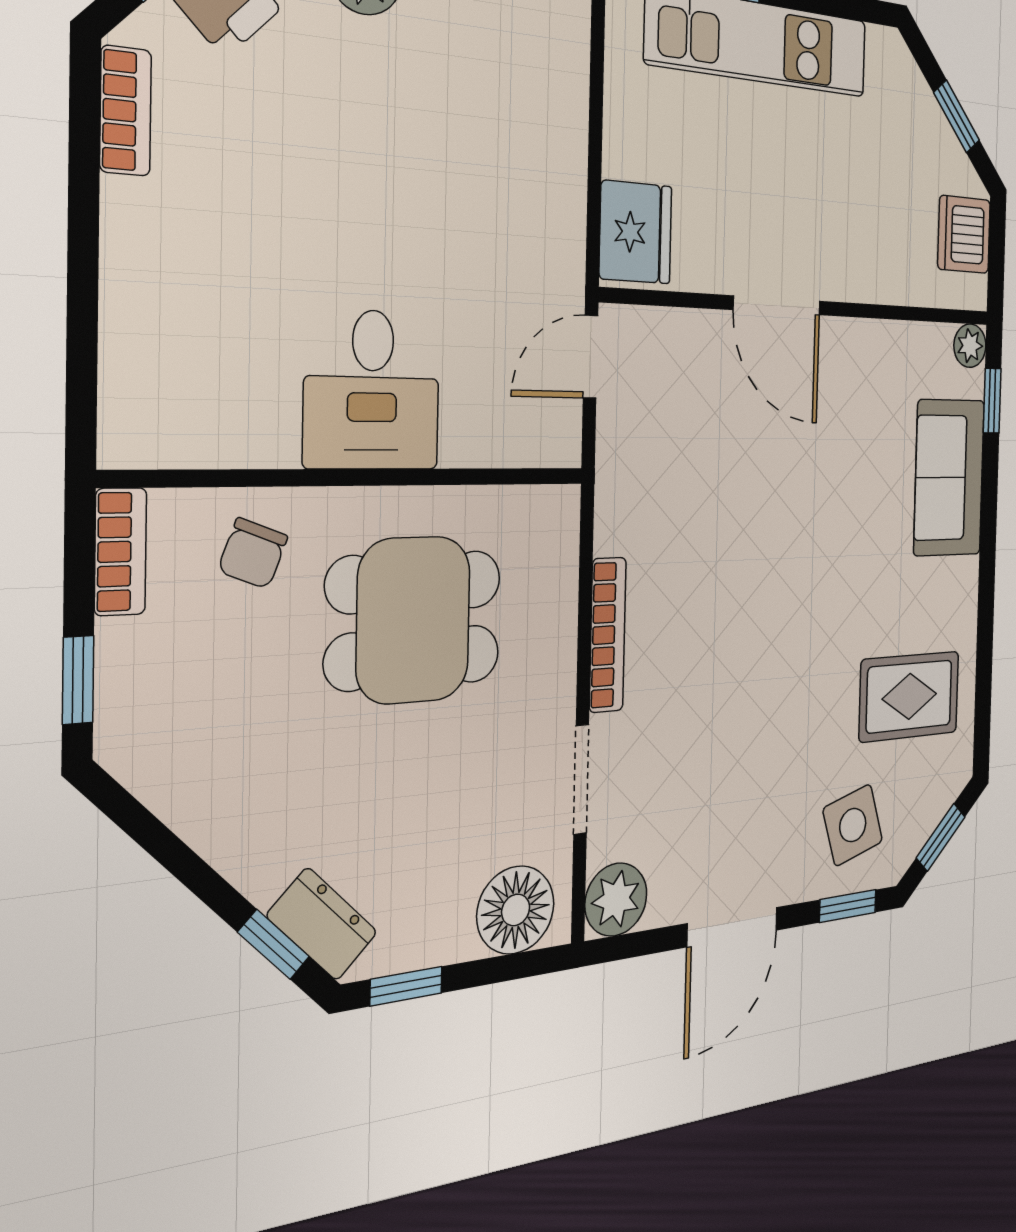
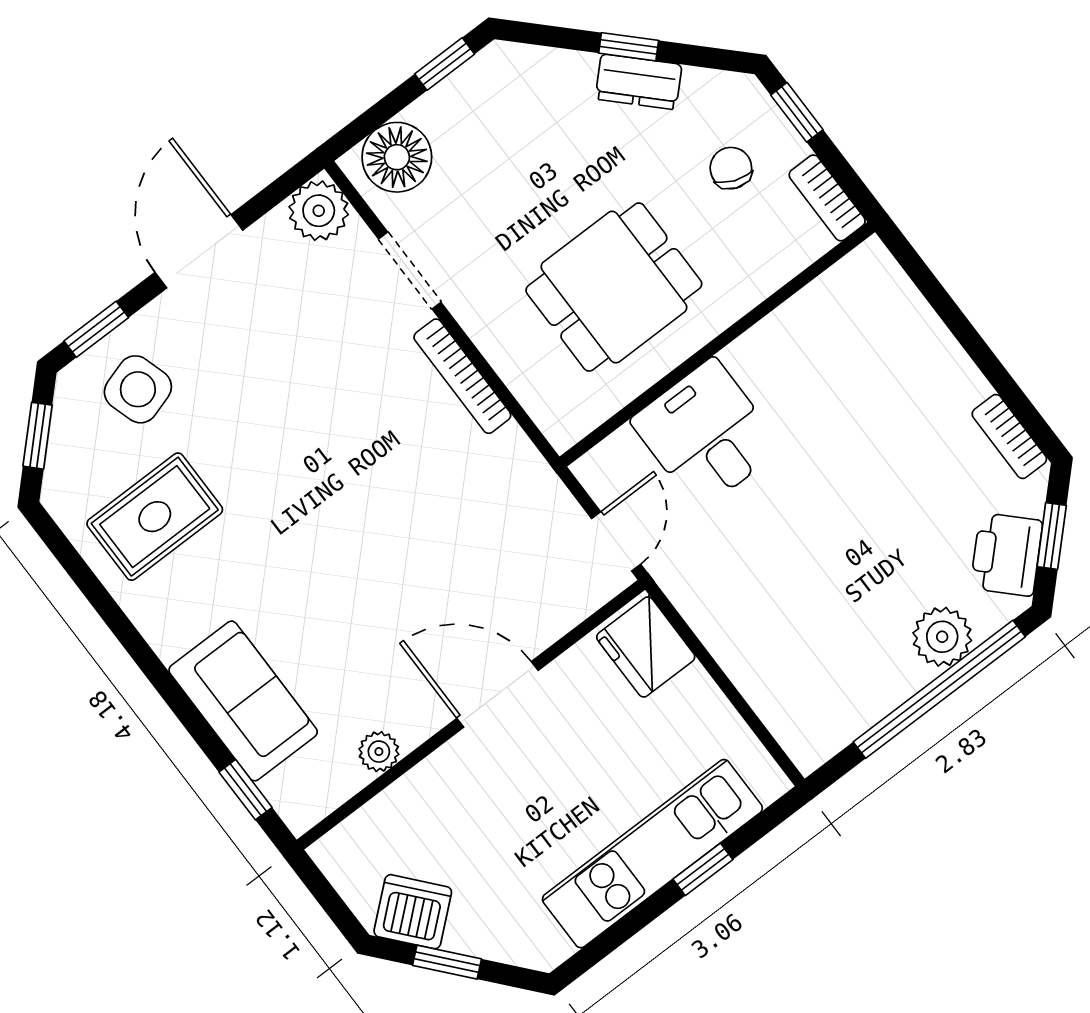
dishwasher: (964, 235) -> (413, 912), moved, turned -41
plant: (970, 346) -> (379, 752), moved
desk: (372, 390) -> (707, 434), moved
chair: (253, 553) -> (731, 168), moved
dresser: (322, 924) -> (639, 82), moved
window: (274, 944) -> (629, 47), moved

